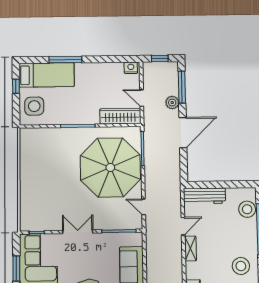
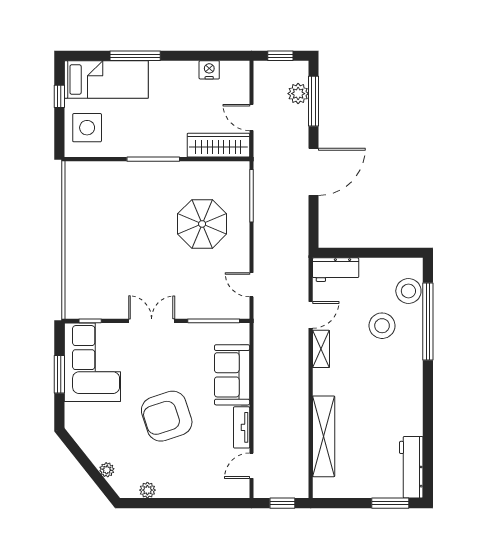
nightstand: (131, 68) -> (209, 70), moved
plant: (172, 102) -> (298, 94), moved
parasol: (110, 167) -> (202, 224), width x0.54, depth x0.54
workbench: (204, 196) -> (336, 270), width x0.73
stool: (241, 266) -> (382, 326), moved

